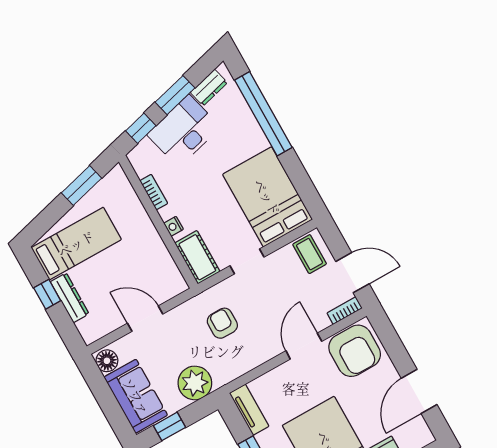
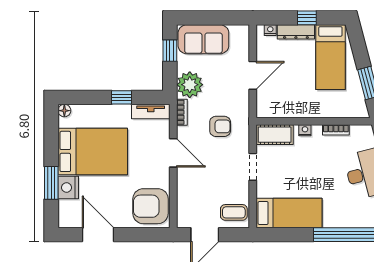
bed: (267, 197) -> (289, 213), width x0.67
bookcase: (345, 311) -> (182, 112), moved
nightstand: (84, 327) -> (270, 30), added
door: (304, 346) -> (173, 153), moved
floor lamp: (107, 361) -> (239, 33), removed

